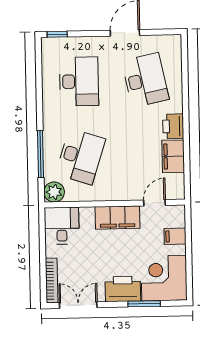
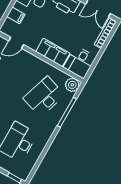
filing cabinet: (118, 217) -> (53, 52), moved

